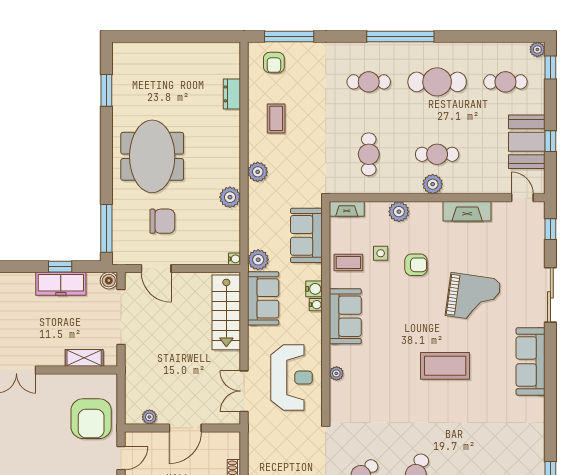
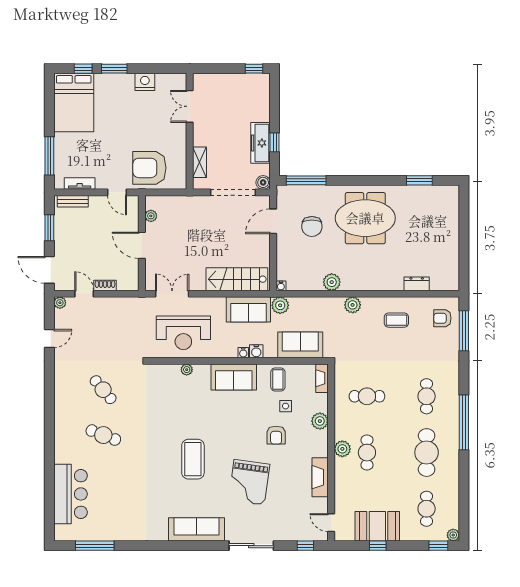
door: (522, 198) -> (331, 523), swing flipped

